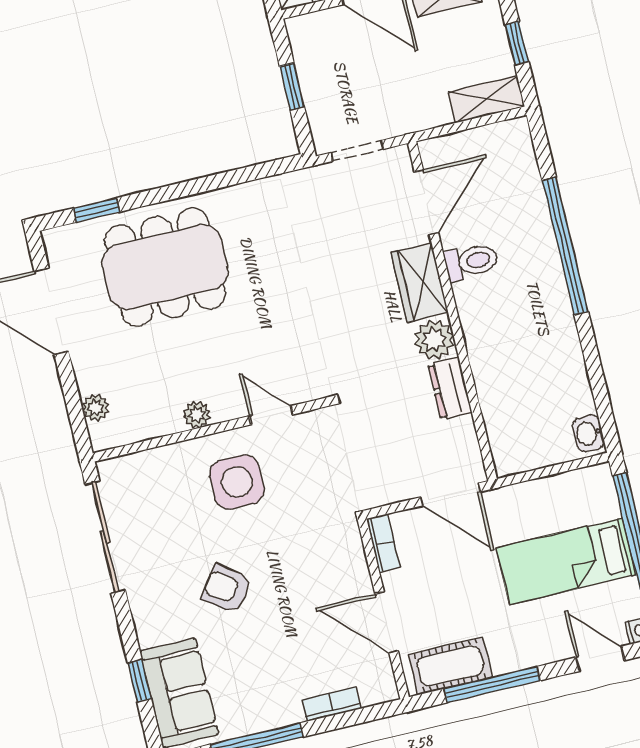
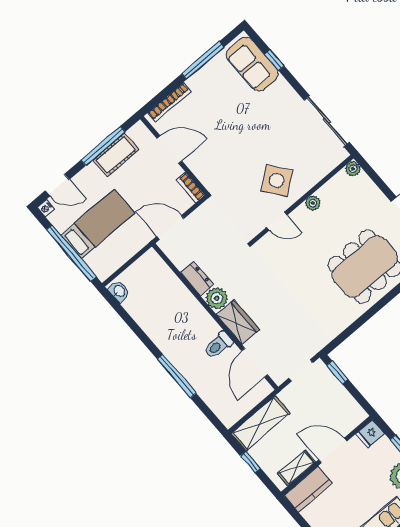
window: (292, 86) -> (337, 372), moved
shelving: (486, 99) -> (260, 423), width x1.50, depth x1.33
window: (565, 246) -> (177, 376), width x0.68
plant: (96, 408) -> (353, 169), moved
side table: (237, 482) -> (277, 181), turned -38
armchair: (226, 589) -> (255, 126), removed
cot: (450, 666) -> (116, 155), moved
bookcase: (332, 704) -> (169, 102), width x1.56

